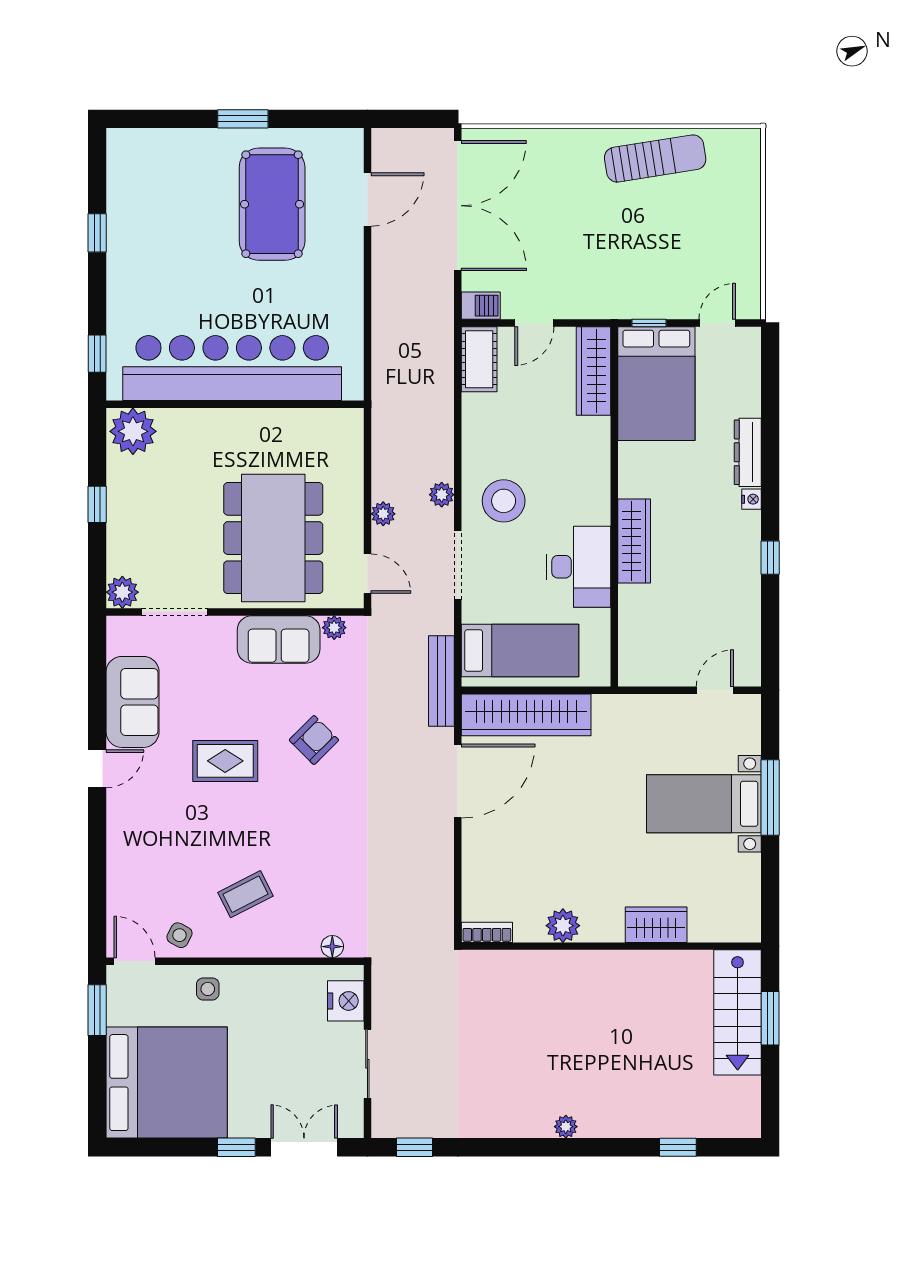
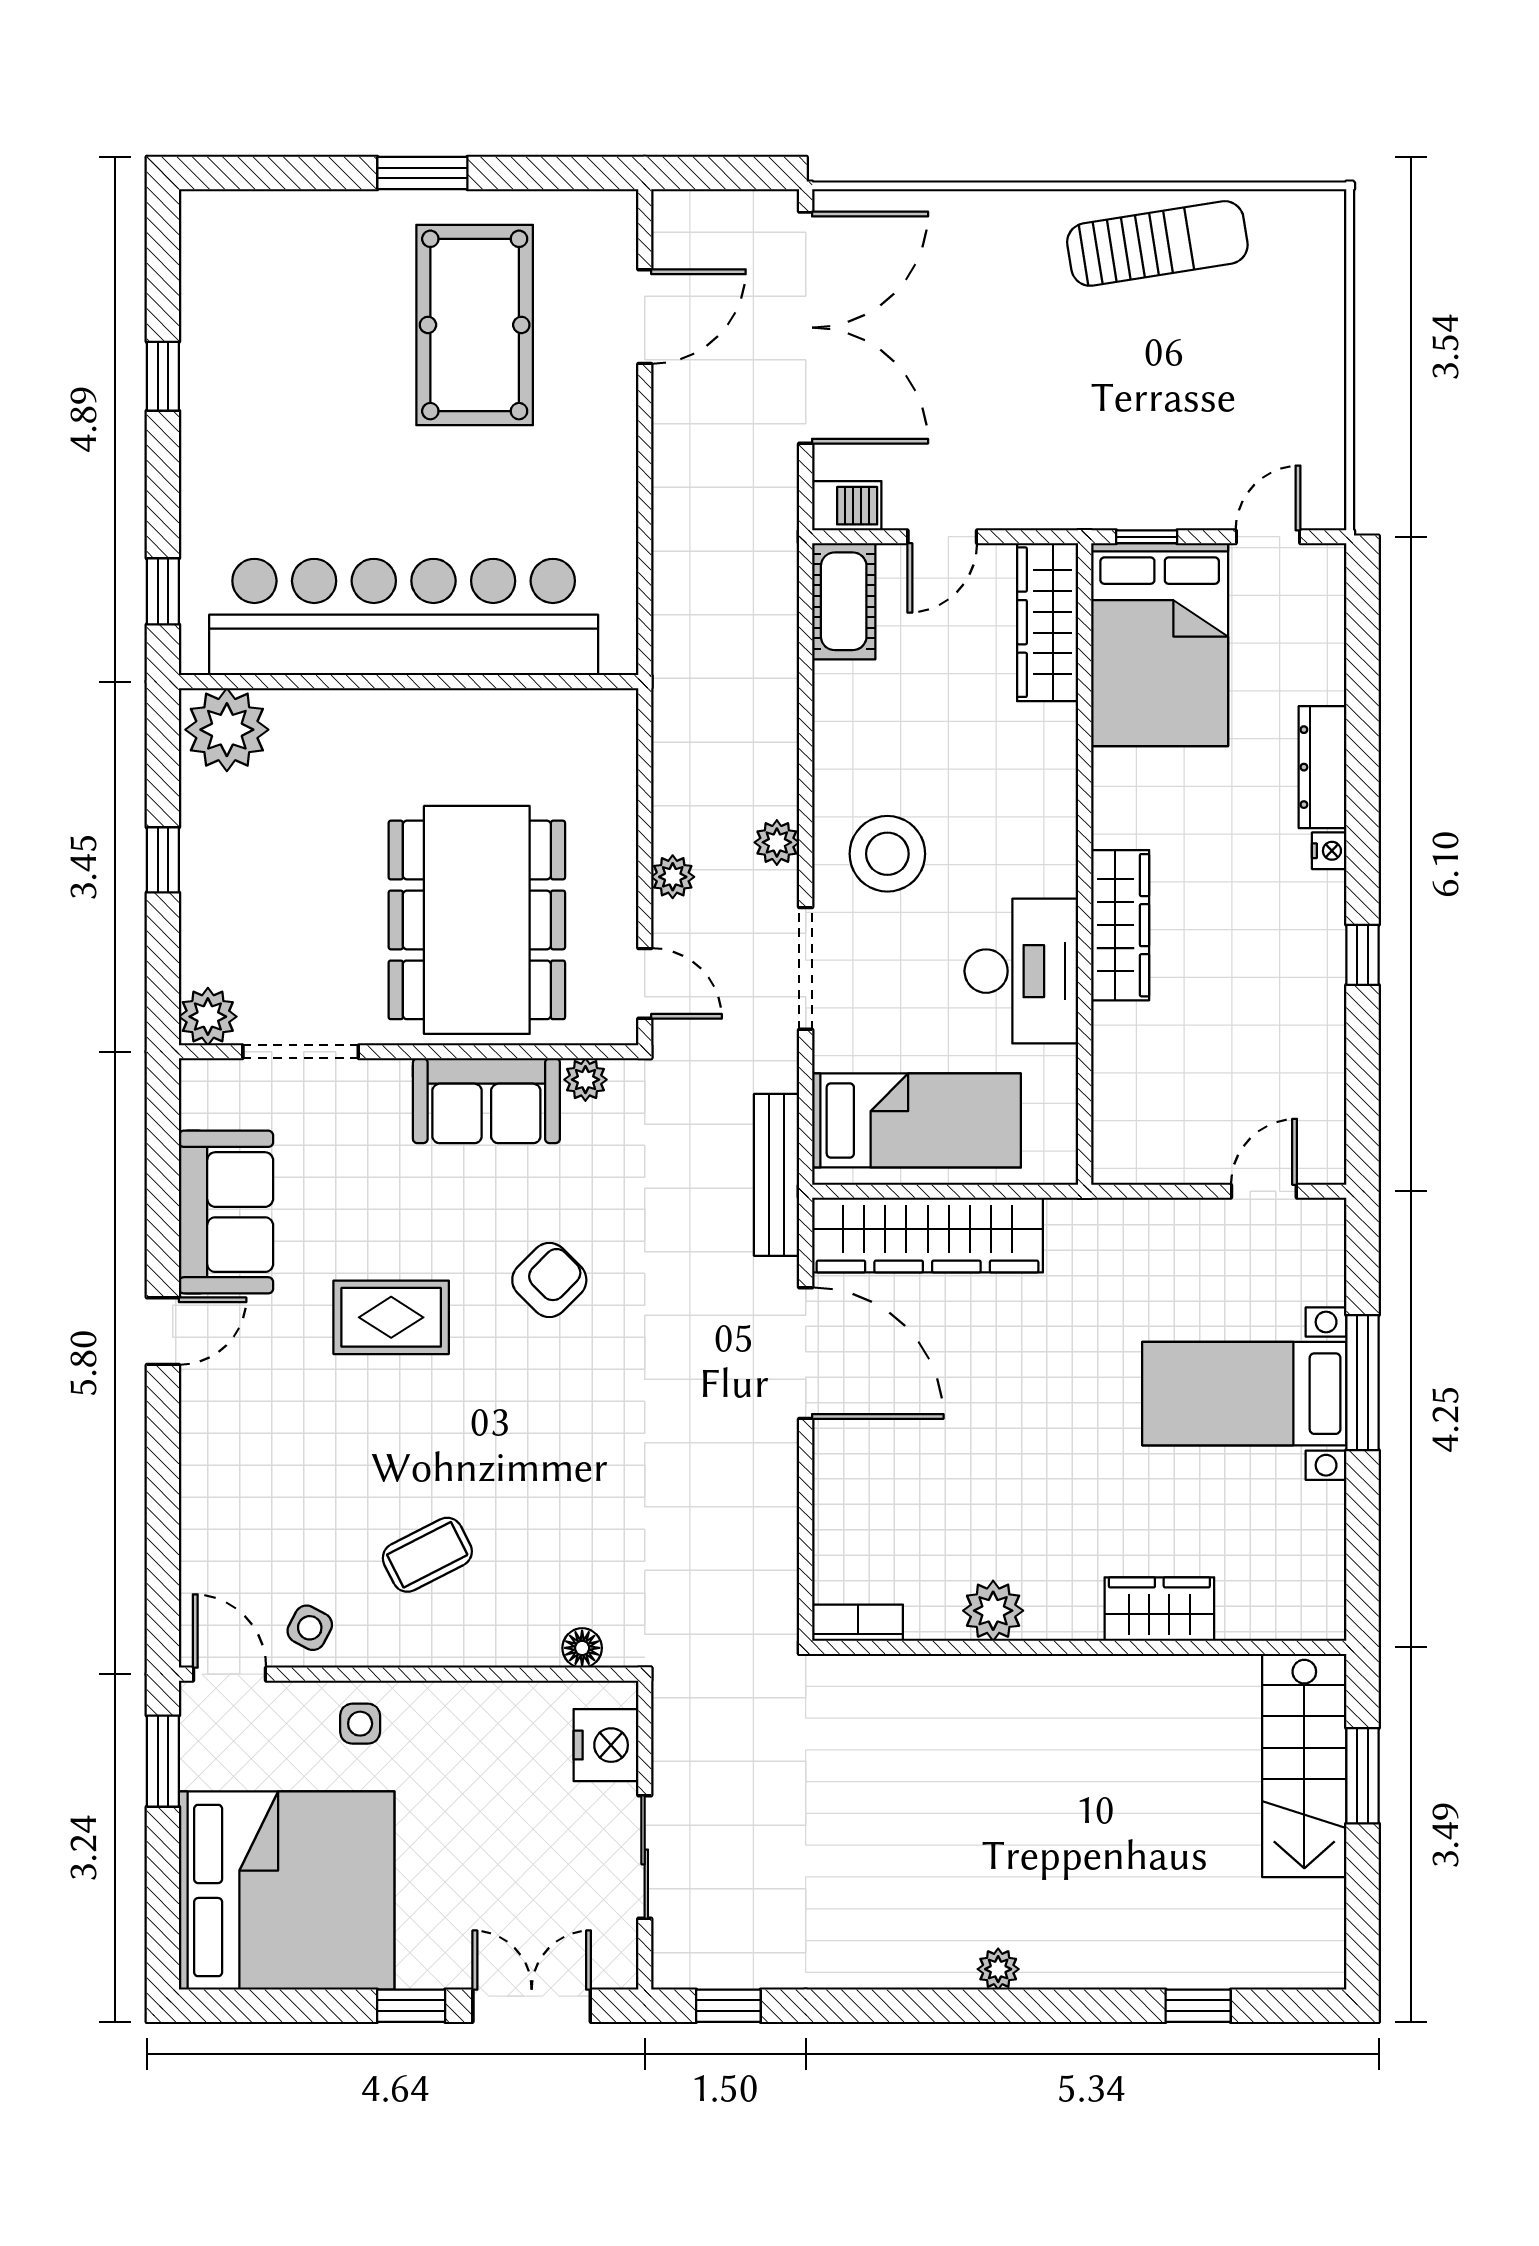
door: (458, 781) -> (806, 1353), hinge flipped

